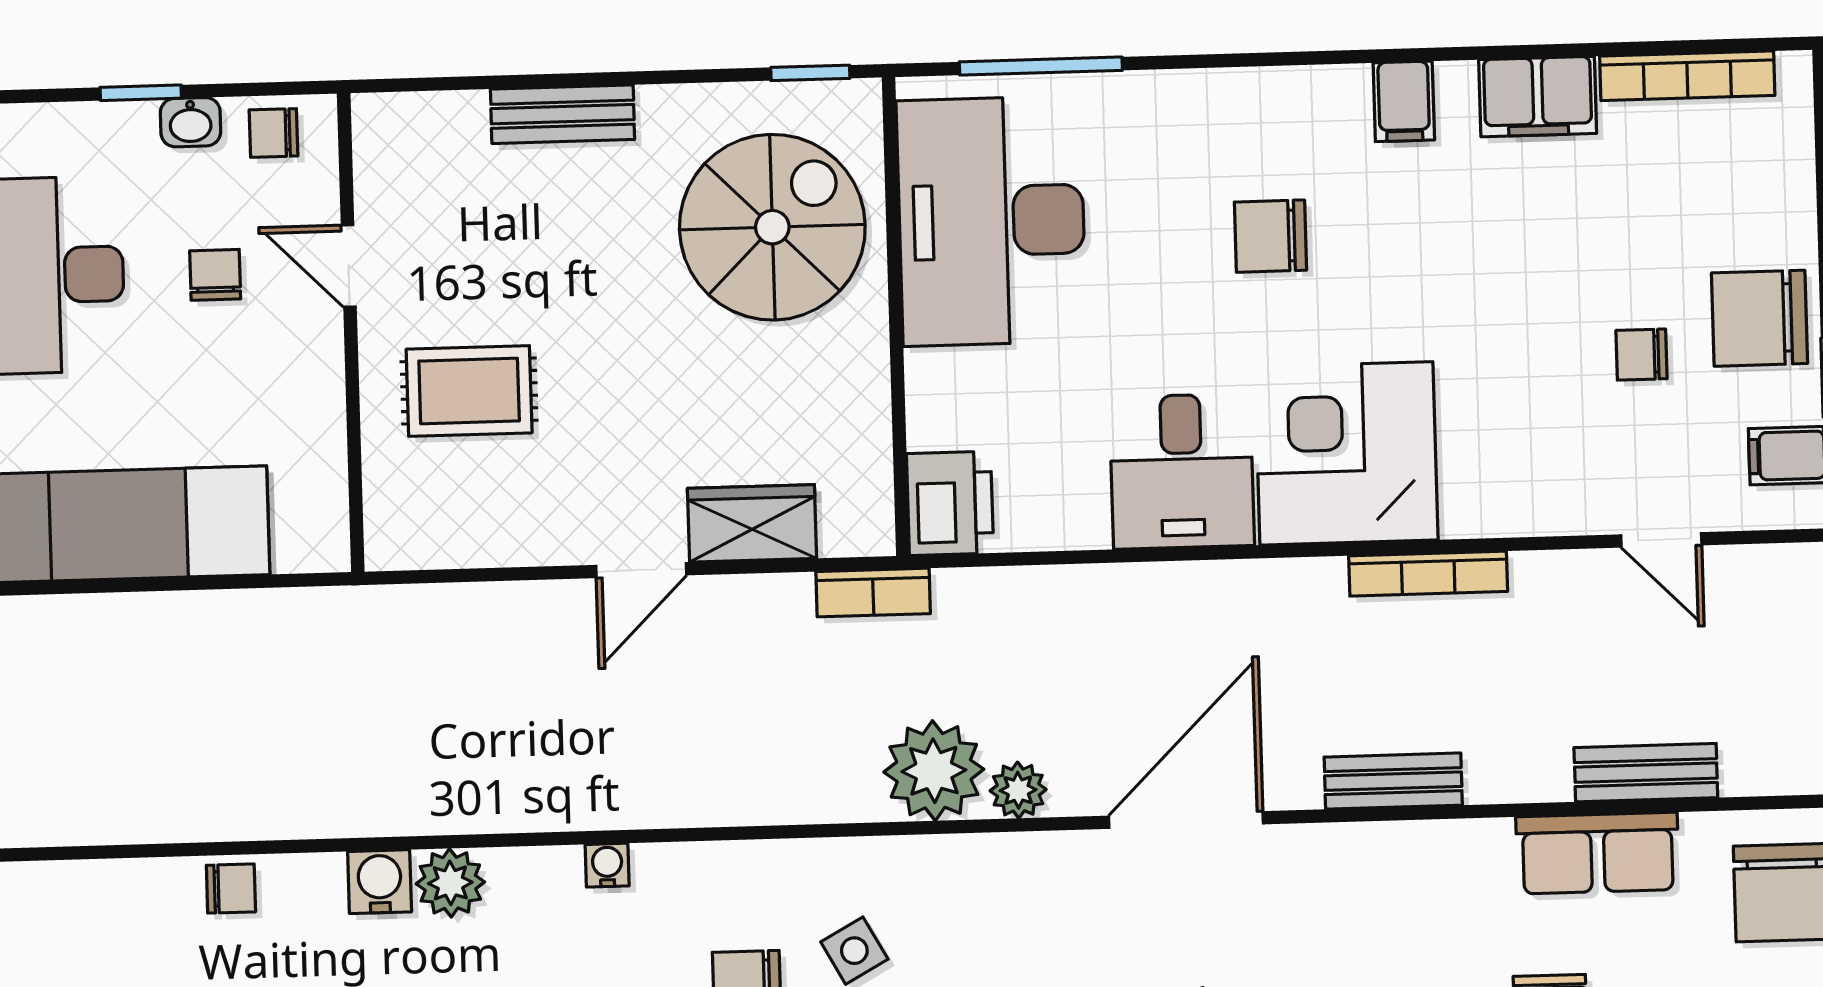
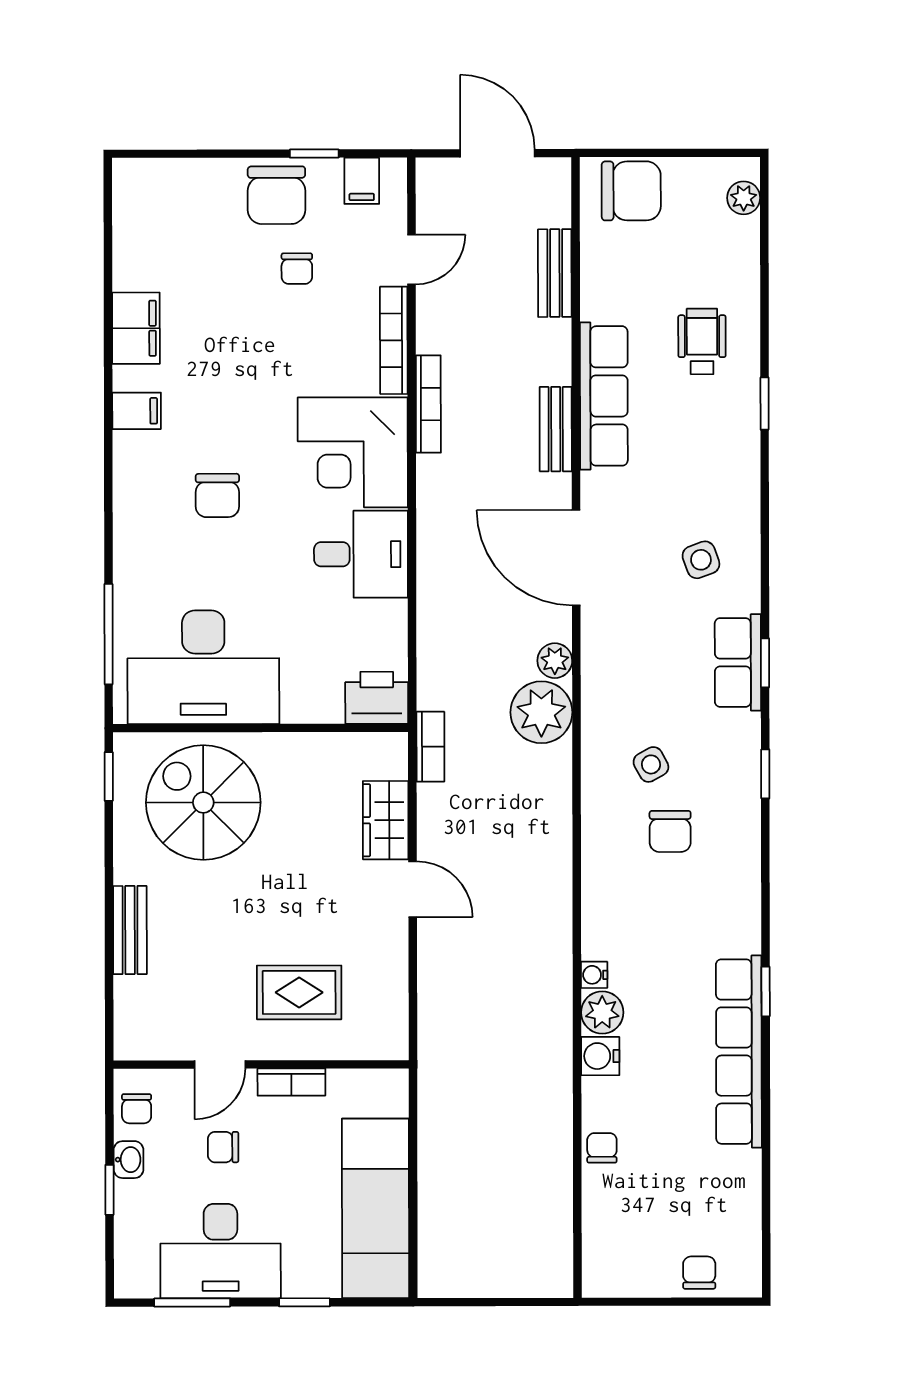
bookcase: (1687, 76) -> (394, 340), moved, turned 180
bookcase: (324, 383) -> (291, 1082), added
rug: (469, 391) -> (299, 992), turned 90
row of seats: (1598, 853) -> (604, 396), moved, width x1.48
water cooler: (607, 865) -> (594, 975), moved

